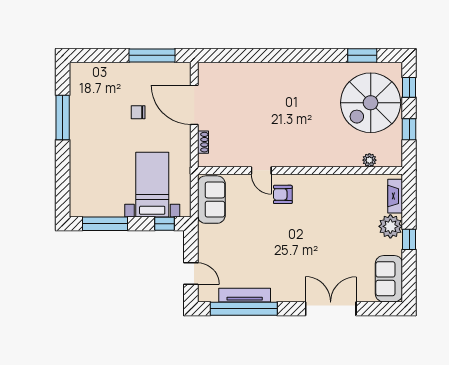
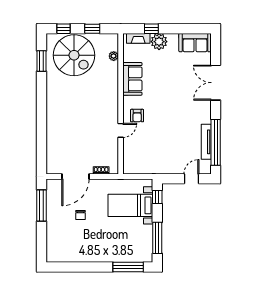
window: (63, 117) -> (128, 267), moved
sofa: (211, 200) -> (132, 79), moved, turned 90
window: (409, 239) -> (151, 29), moved

